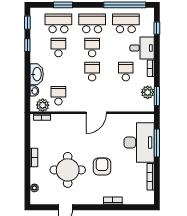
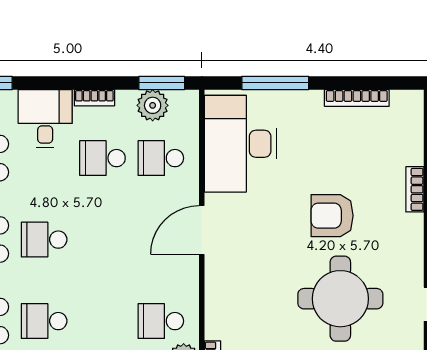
school desk: (92, 72) -> (161, 158), moved
door: (96, 113) -> (202, 230), swing flipped
desk: (139, 143) -> (241, 144), moved, turned -90

